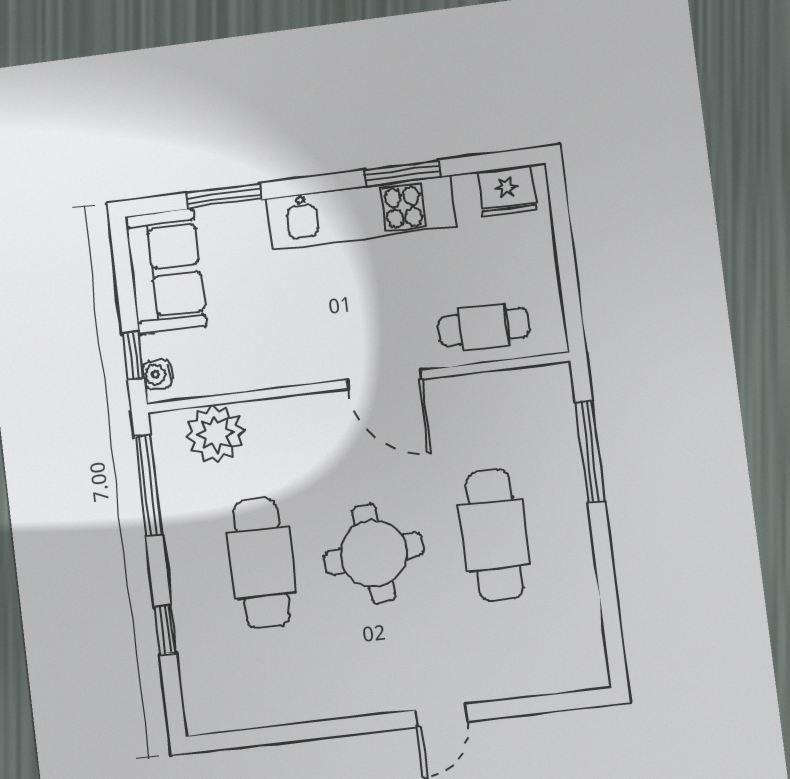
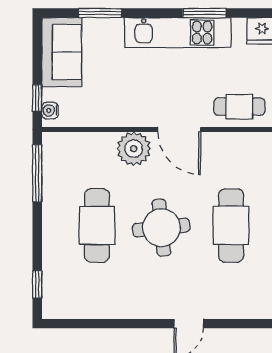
plant: (215, 434) -> (134, 149), moved
window: (165, 629) -> (37, 284), moved

